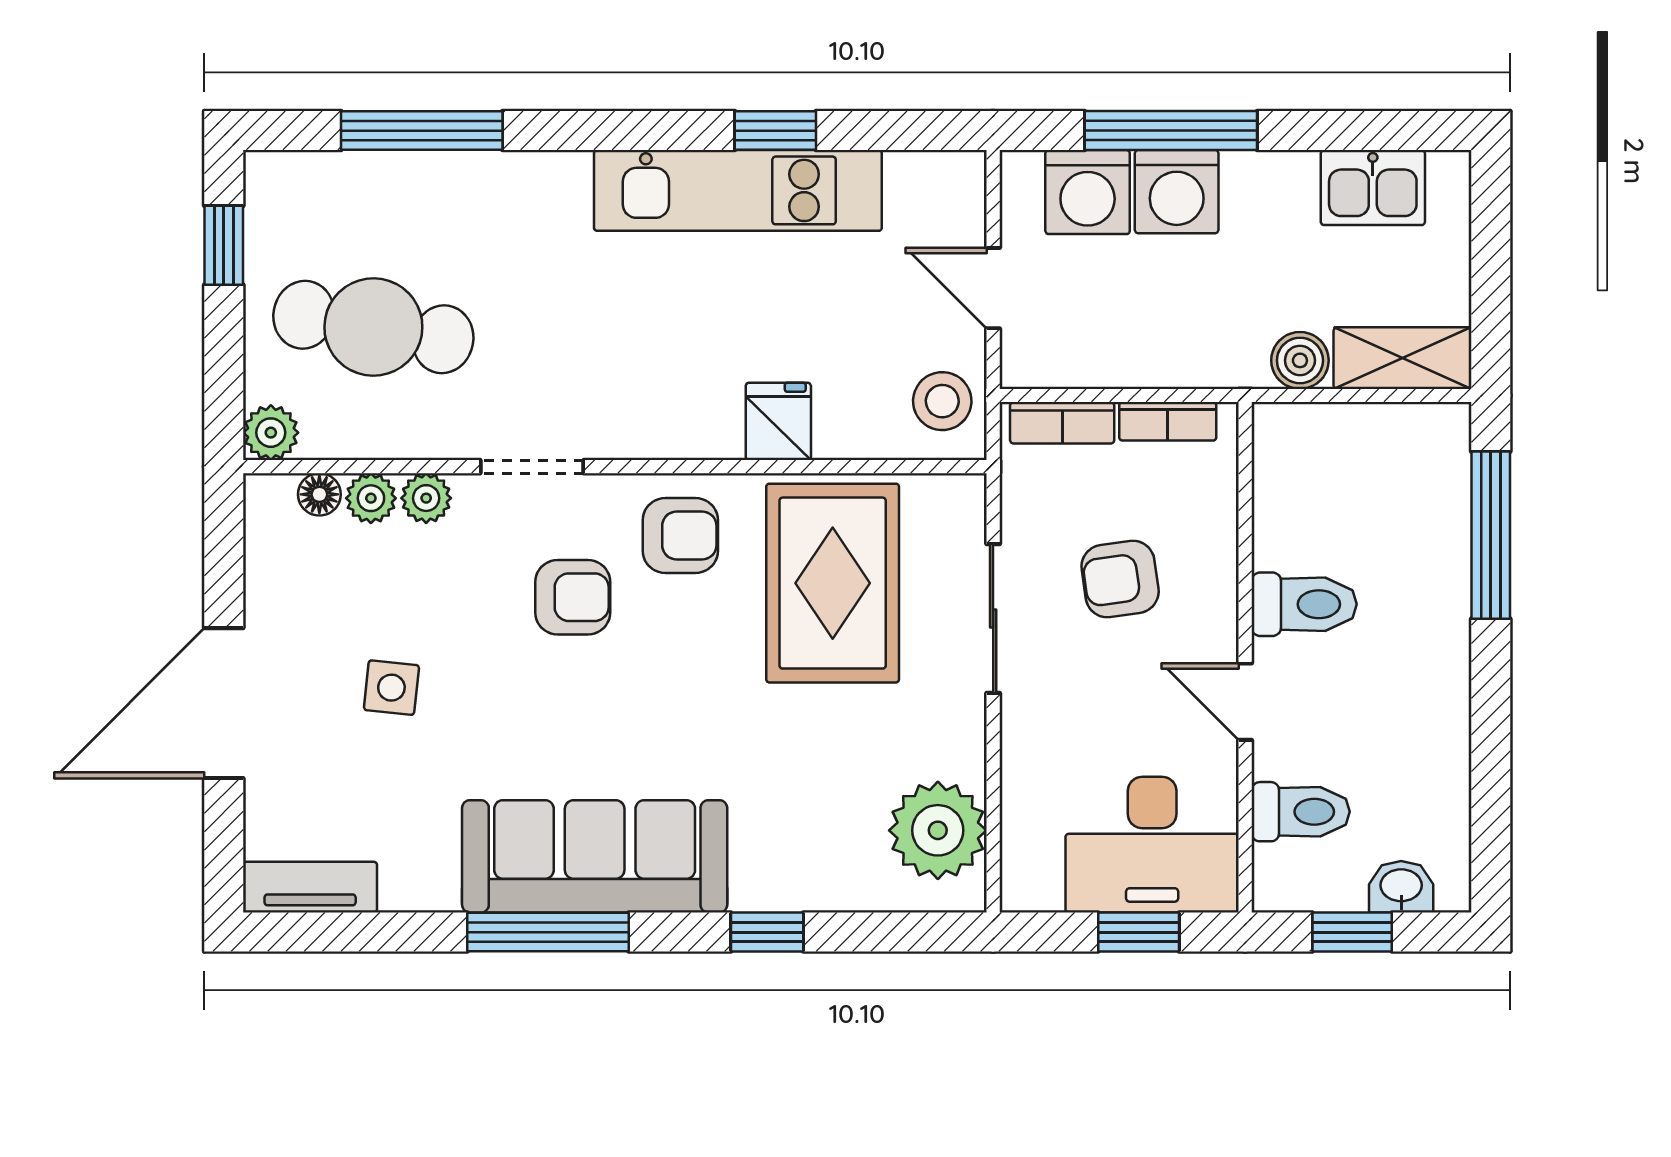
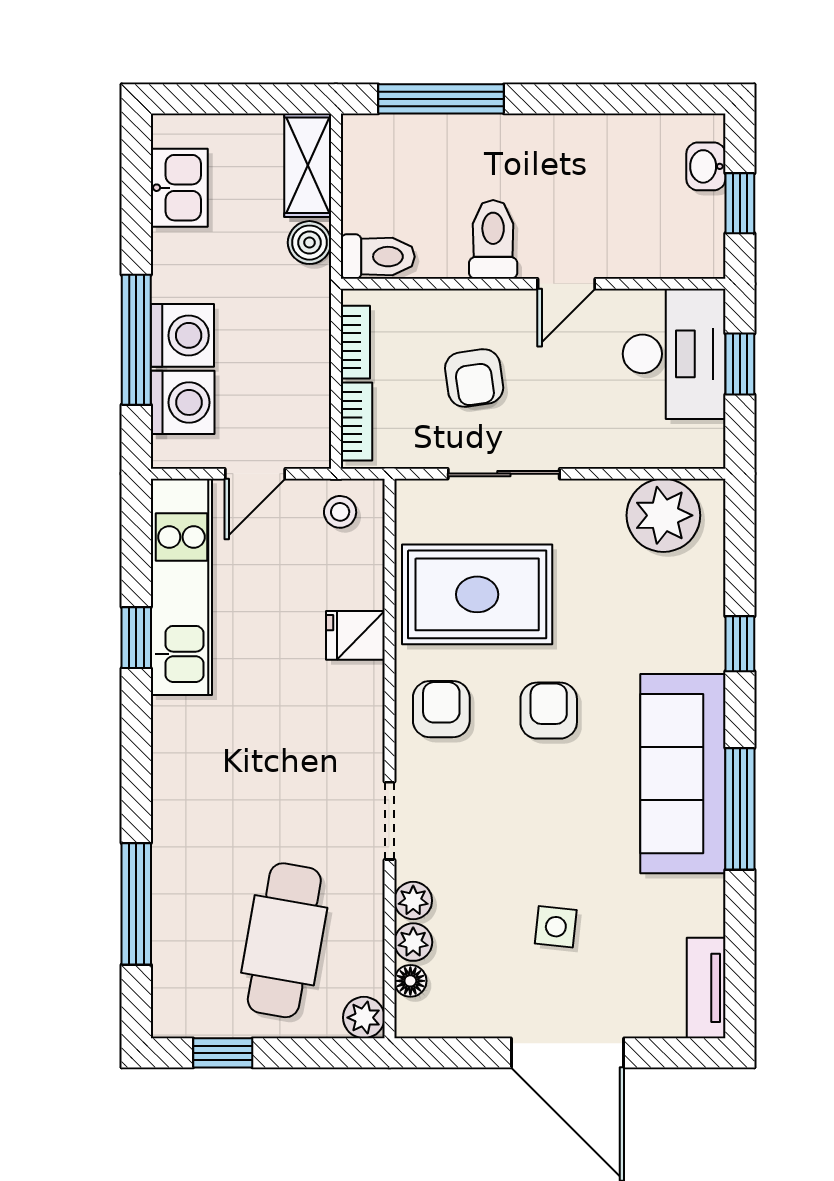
kitchen unit: (738, 190) -> (181, 587), moved
stool: (942, 401) -> (340, 512), width x0.73, depth x0.73
armchair: (573, 597) -> (549, 711), moved
toilet: (1301, 812) -> (378, 257), moved, turned 90

